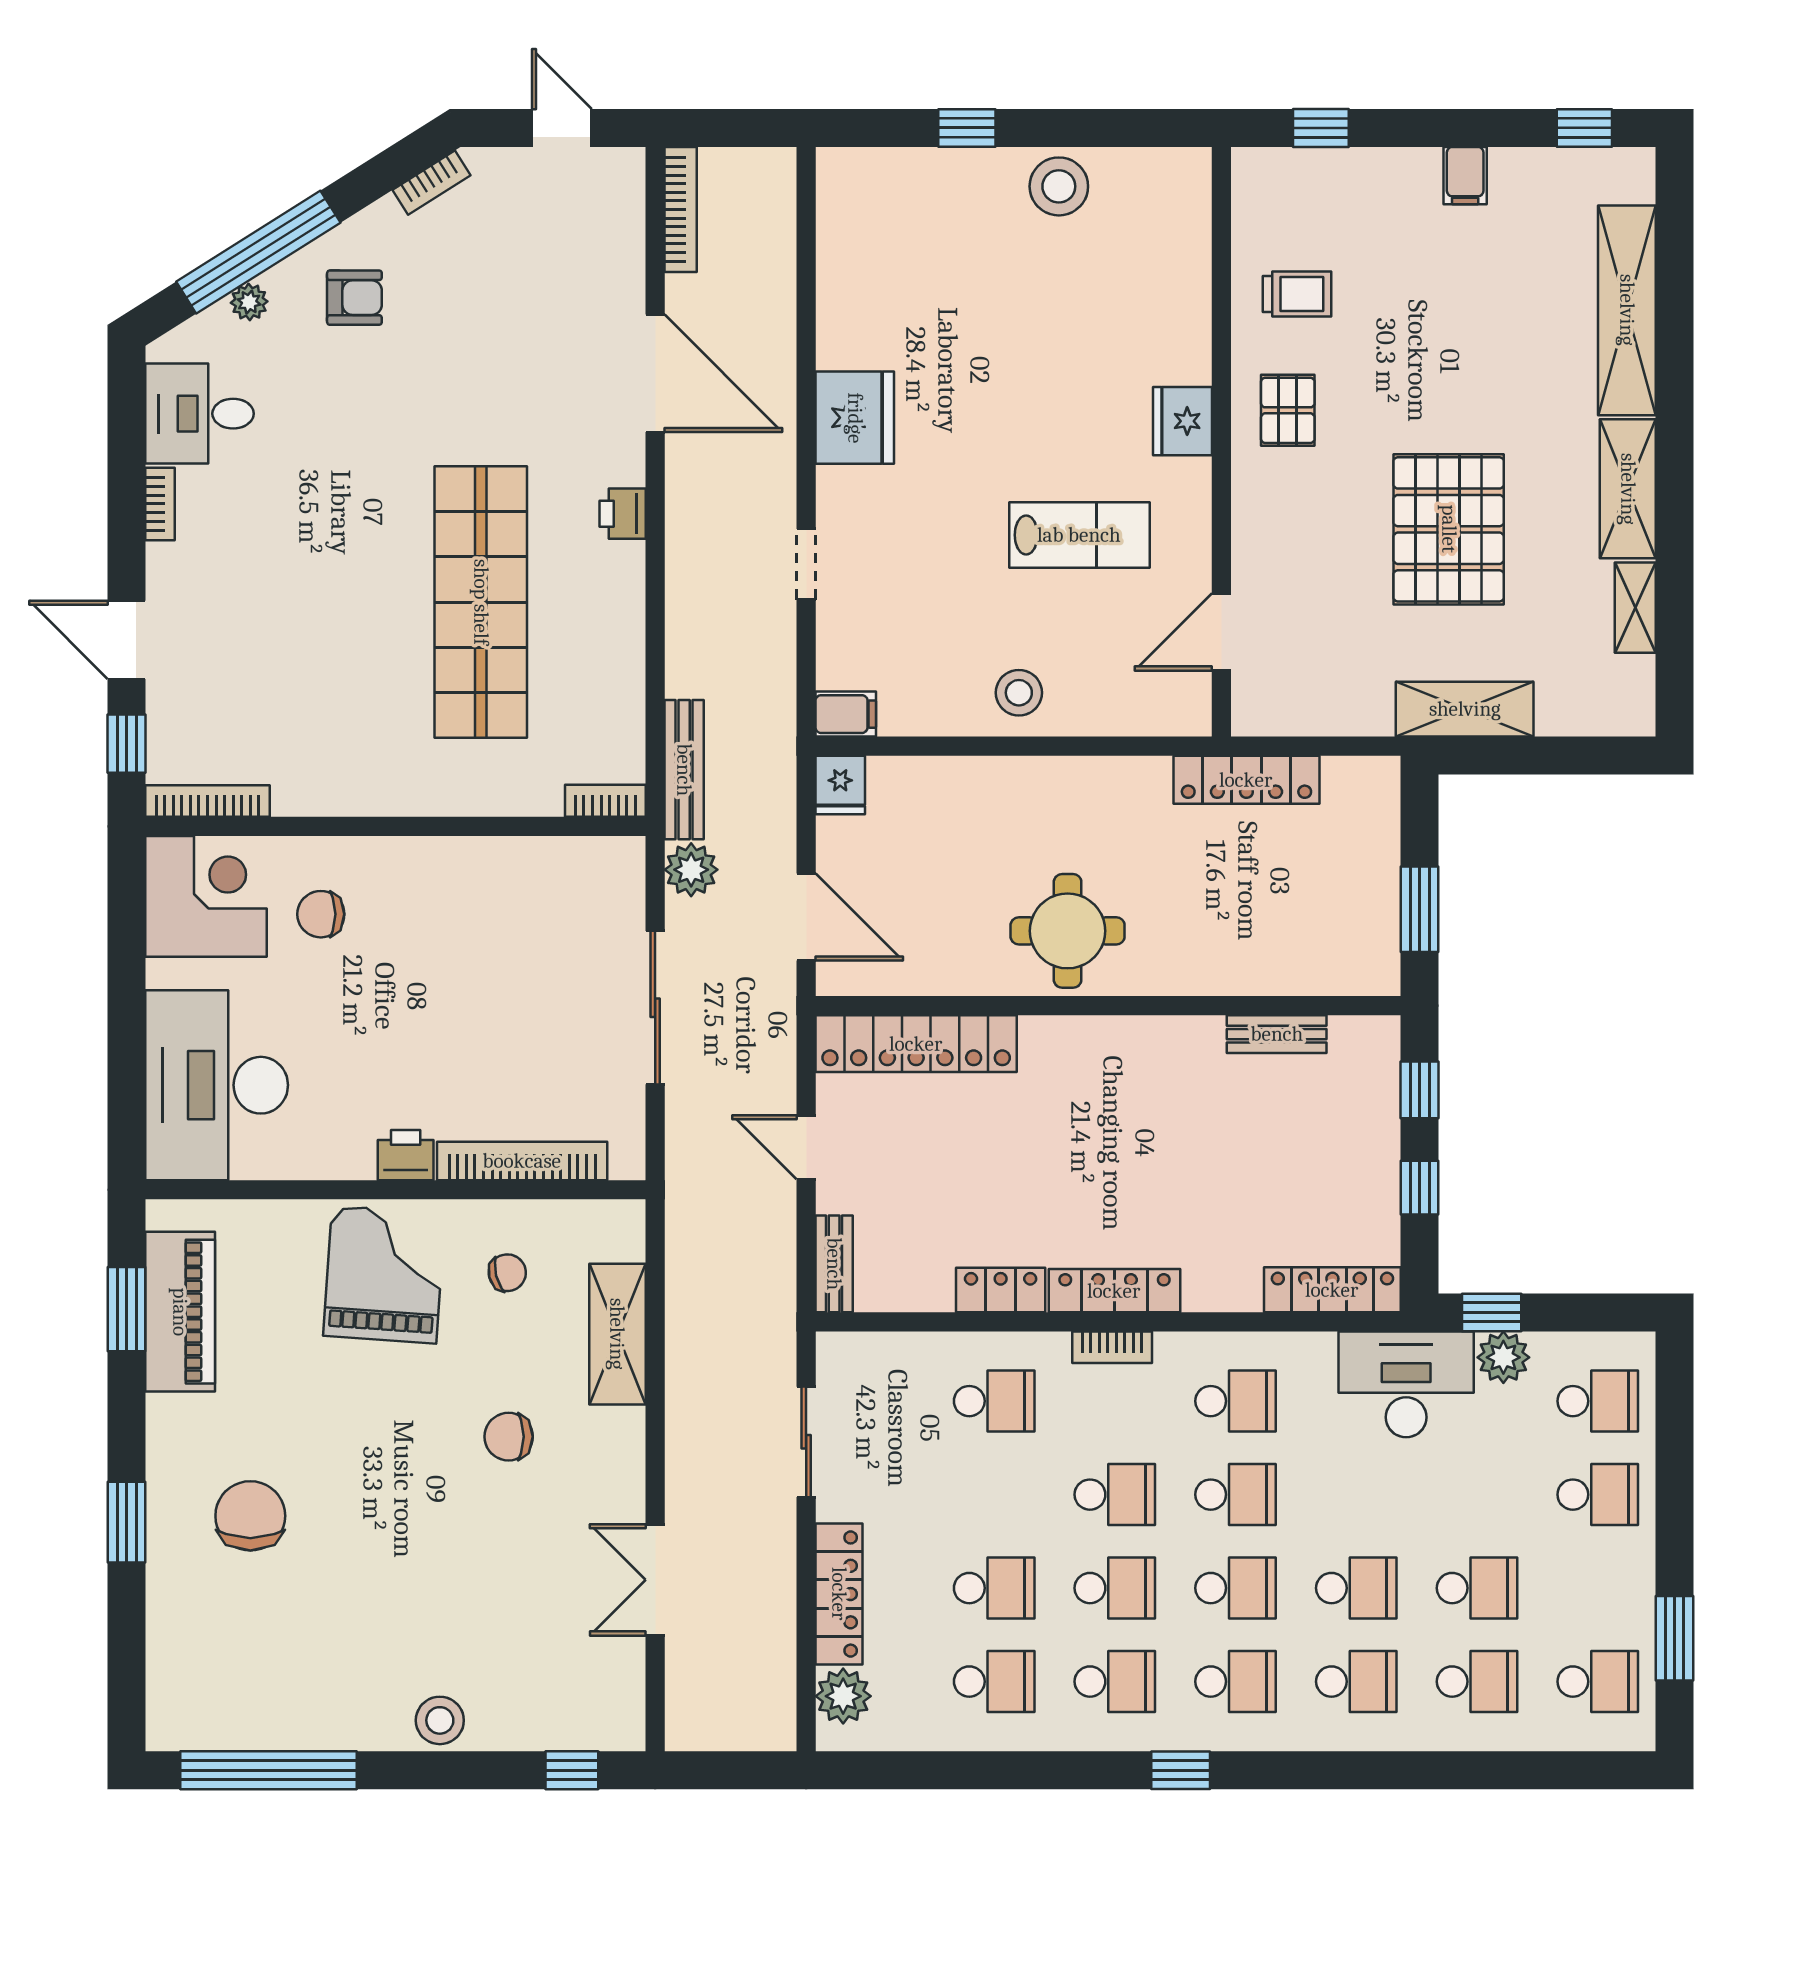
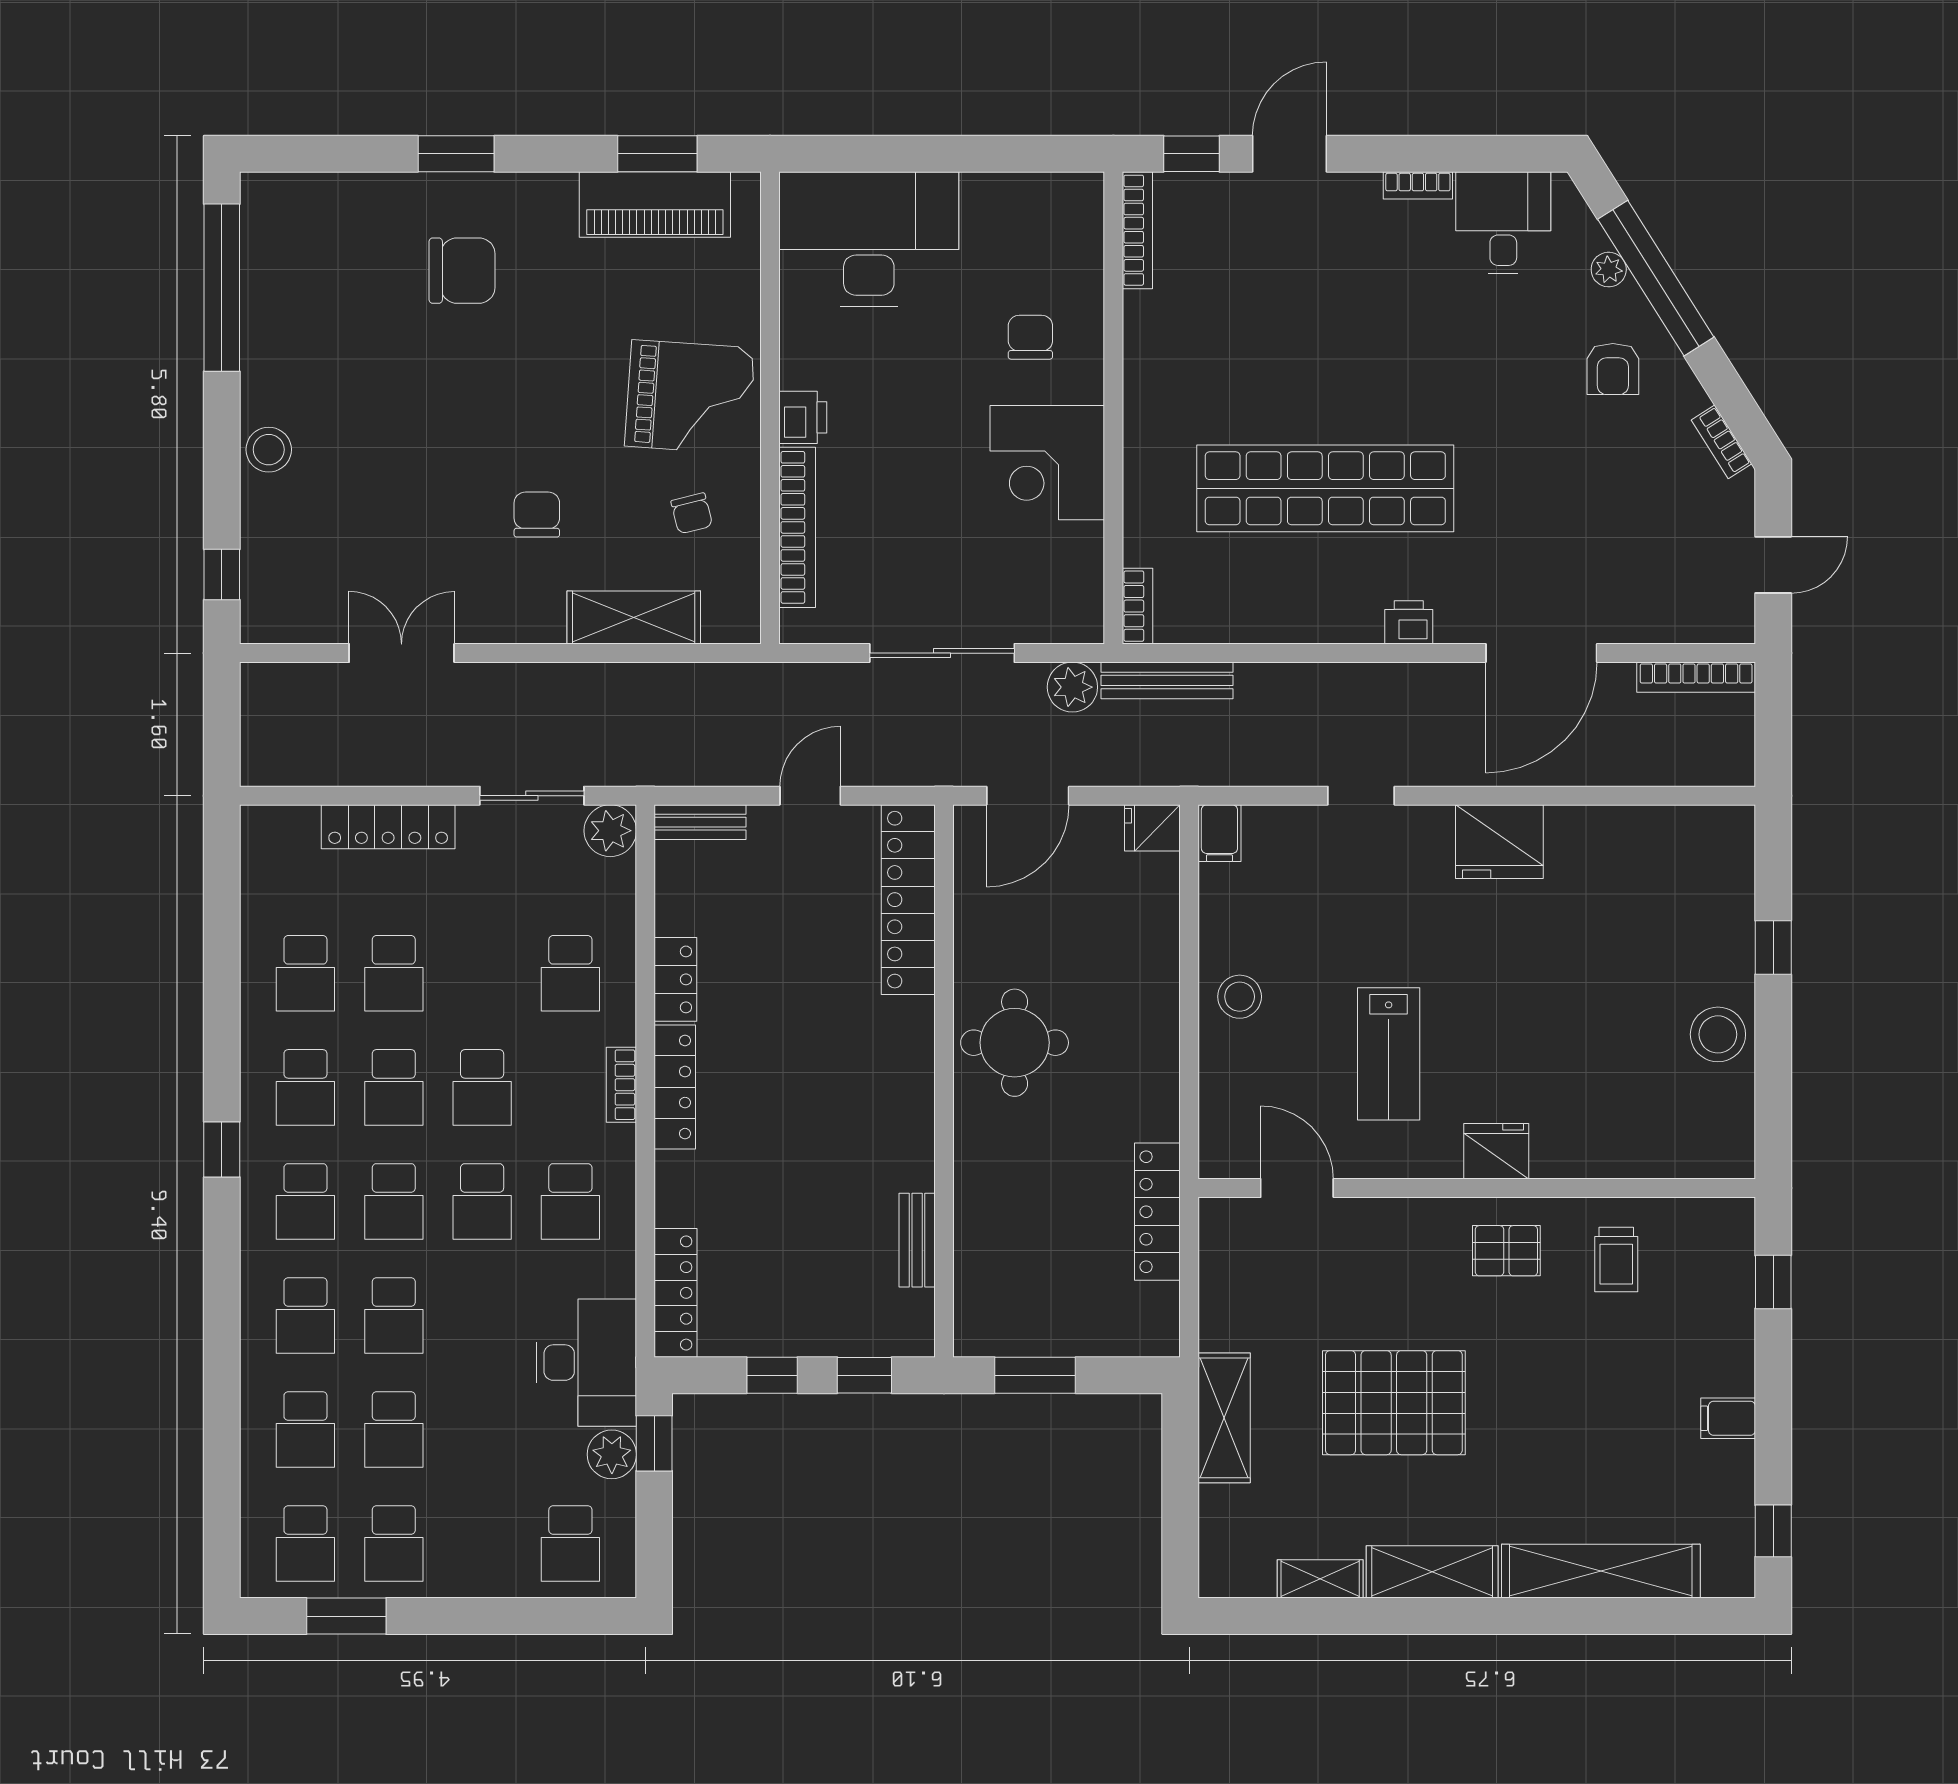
corner desk: (206, 896) -> (1047, 463), moved, turned 90
school desk: (1598, 1495) -> (394, 1544), moved
plant: (843, 1696) -> (610, 831), moved

